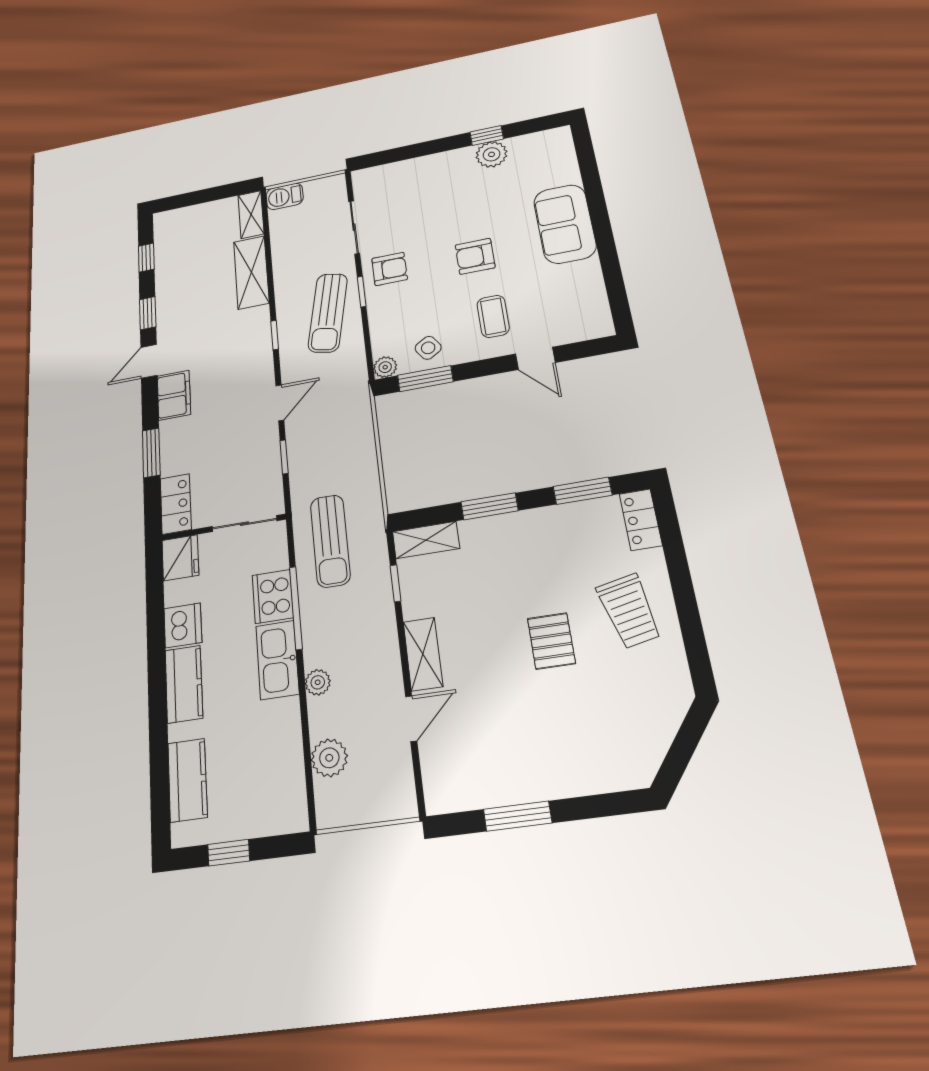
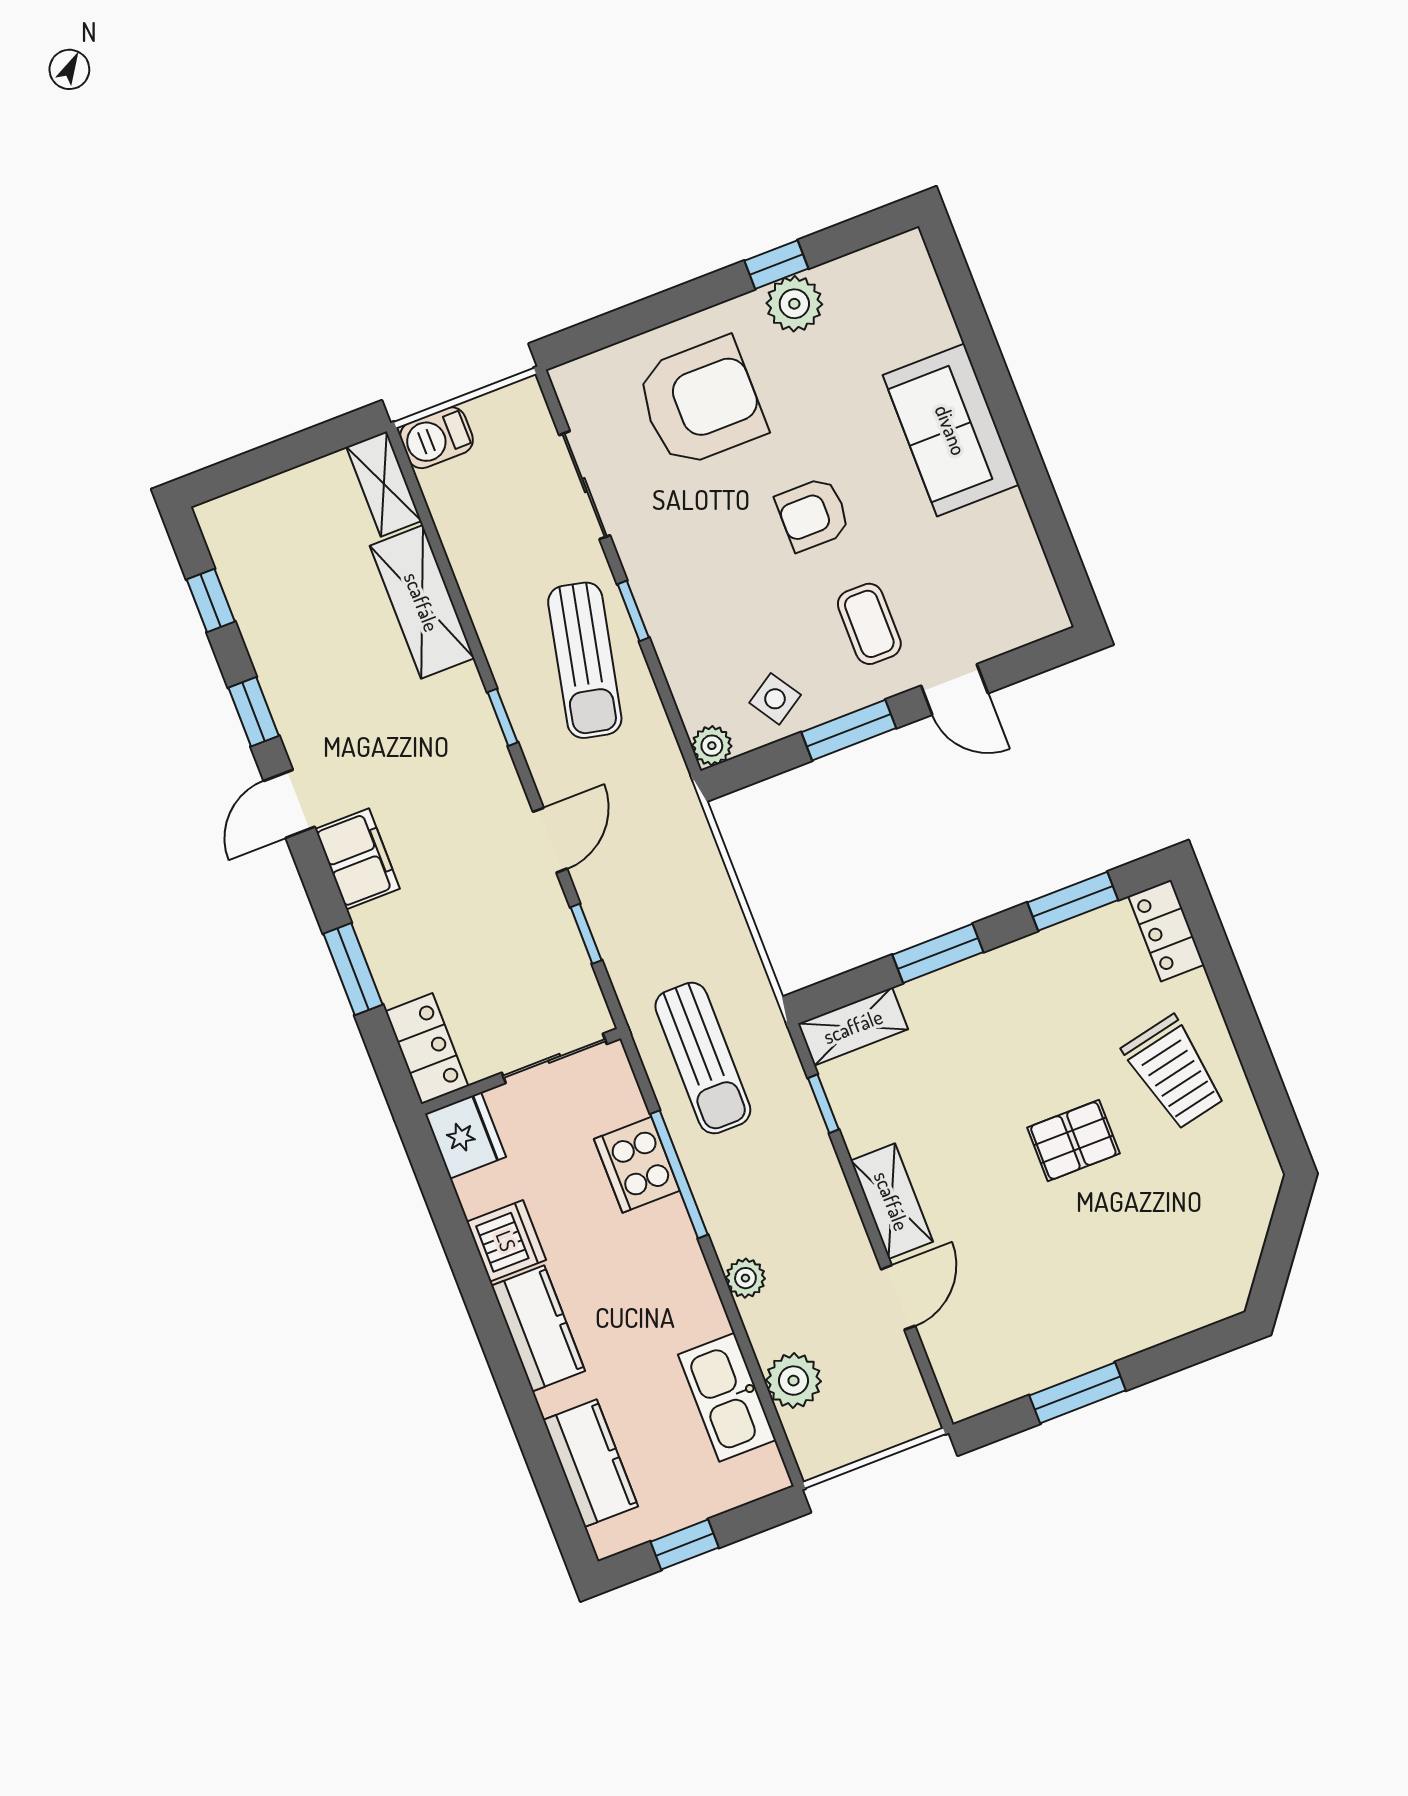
armchair: (390, 269) -> (701, 402), moved, width x1.88, depth x1.88
window: (425, 379) -> (849, 730), moved
pallet: (551, 641) -> (1073, 1141), turned 90
kitchen sink: (277, 660) -> (727, 1397), moved

